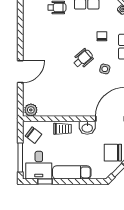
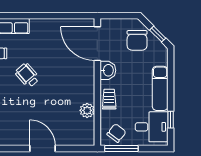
side table: (105, 69) -> (39, 50), removed
plant: (31, 110) -> (87, 110), moved
window: (20, 158) -> (121, 148), moved

